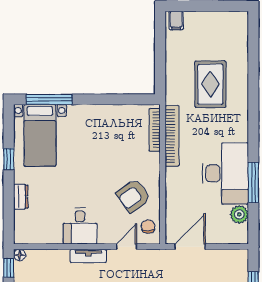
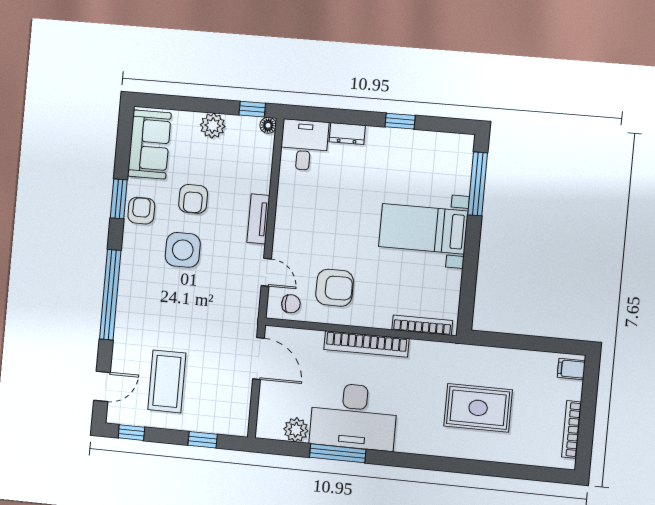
bookcase: (219, 16) -> (571, 429), added
bed with nightstands: (40, 135) -> (423, 229), moved
bookcase: (172, 136) -> (366, 344), moved
armchair: (133, 196) -> (335, 288), turned 126
desk: (80, 226) -> (304, 145), moved, turned 90

